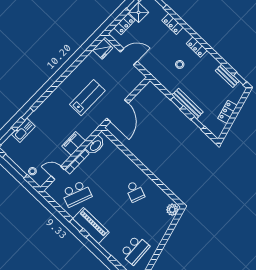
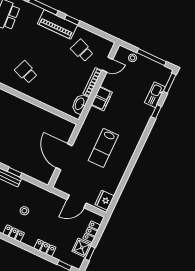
door: (117, 111) -> (64, 157), moved
school desk: (76, 194) -> (82, 51), width x0.54

